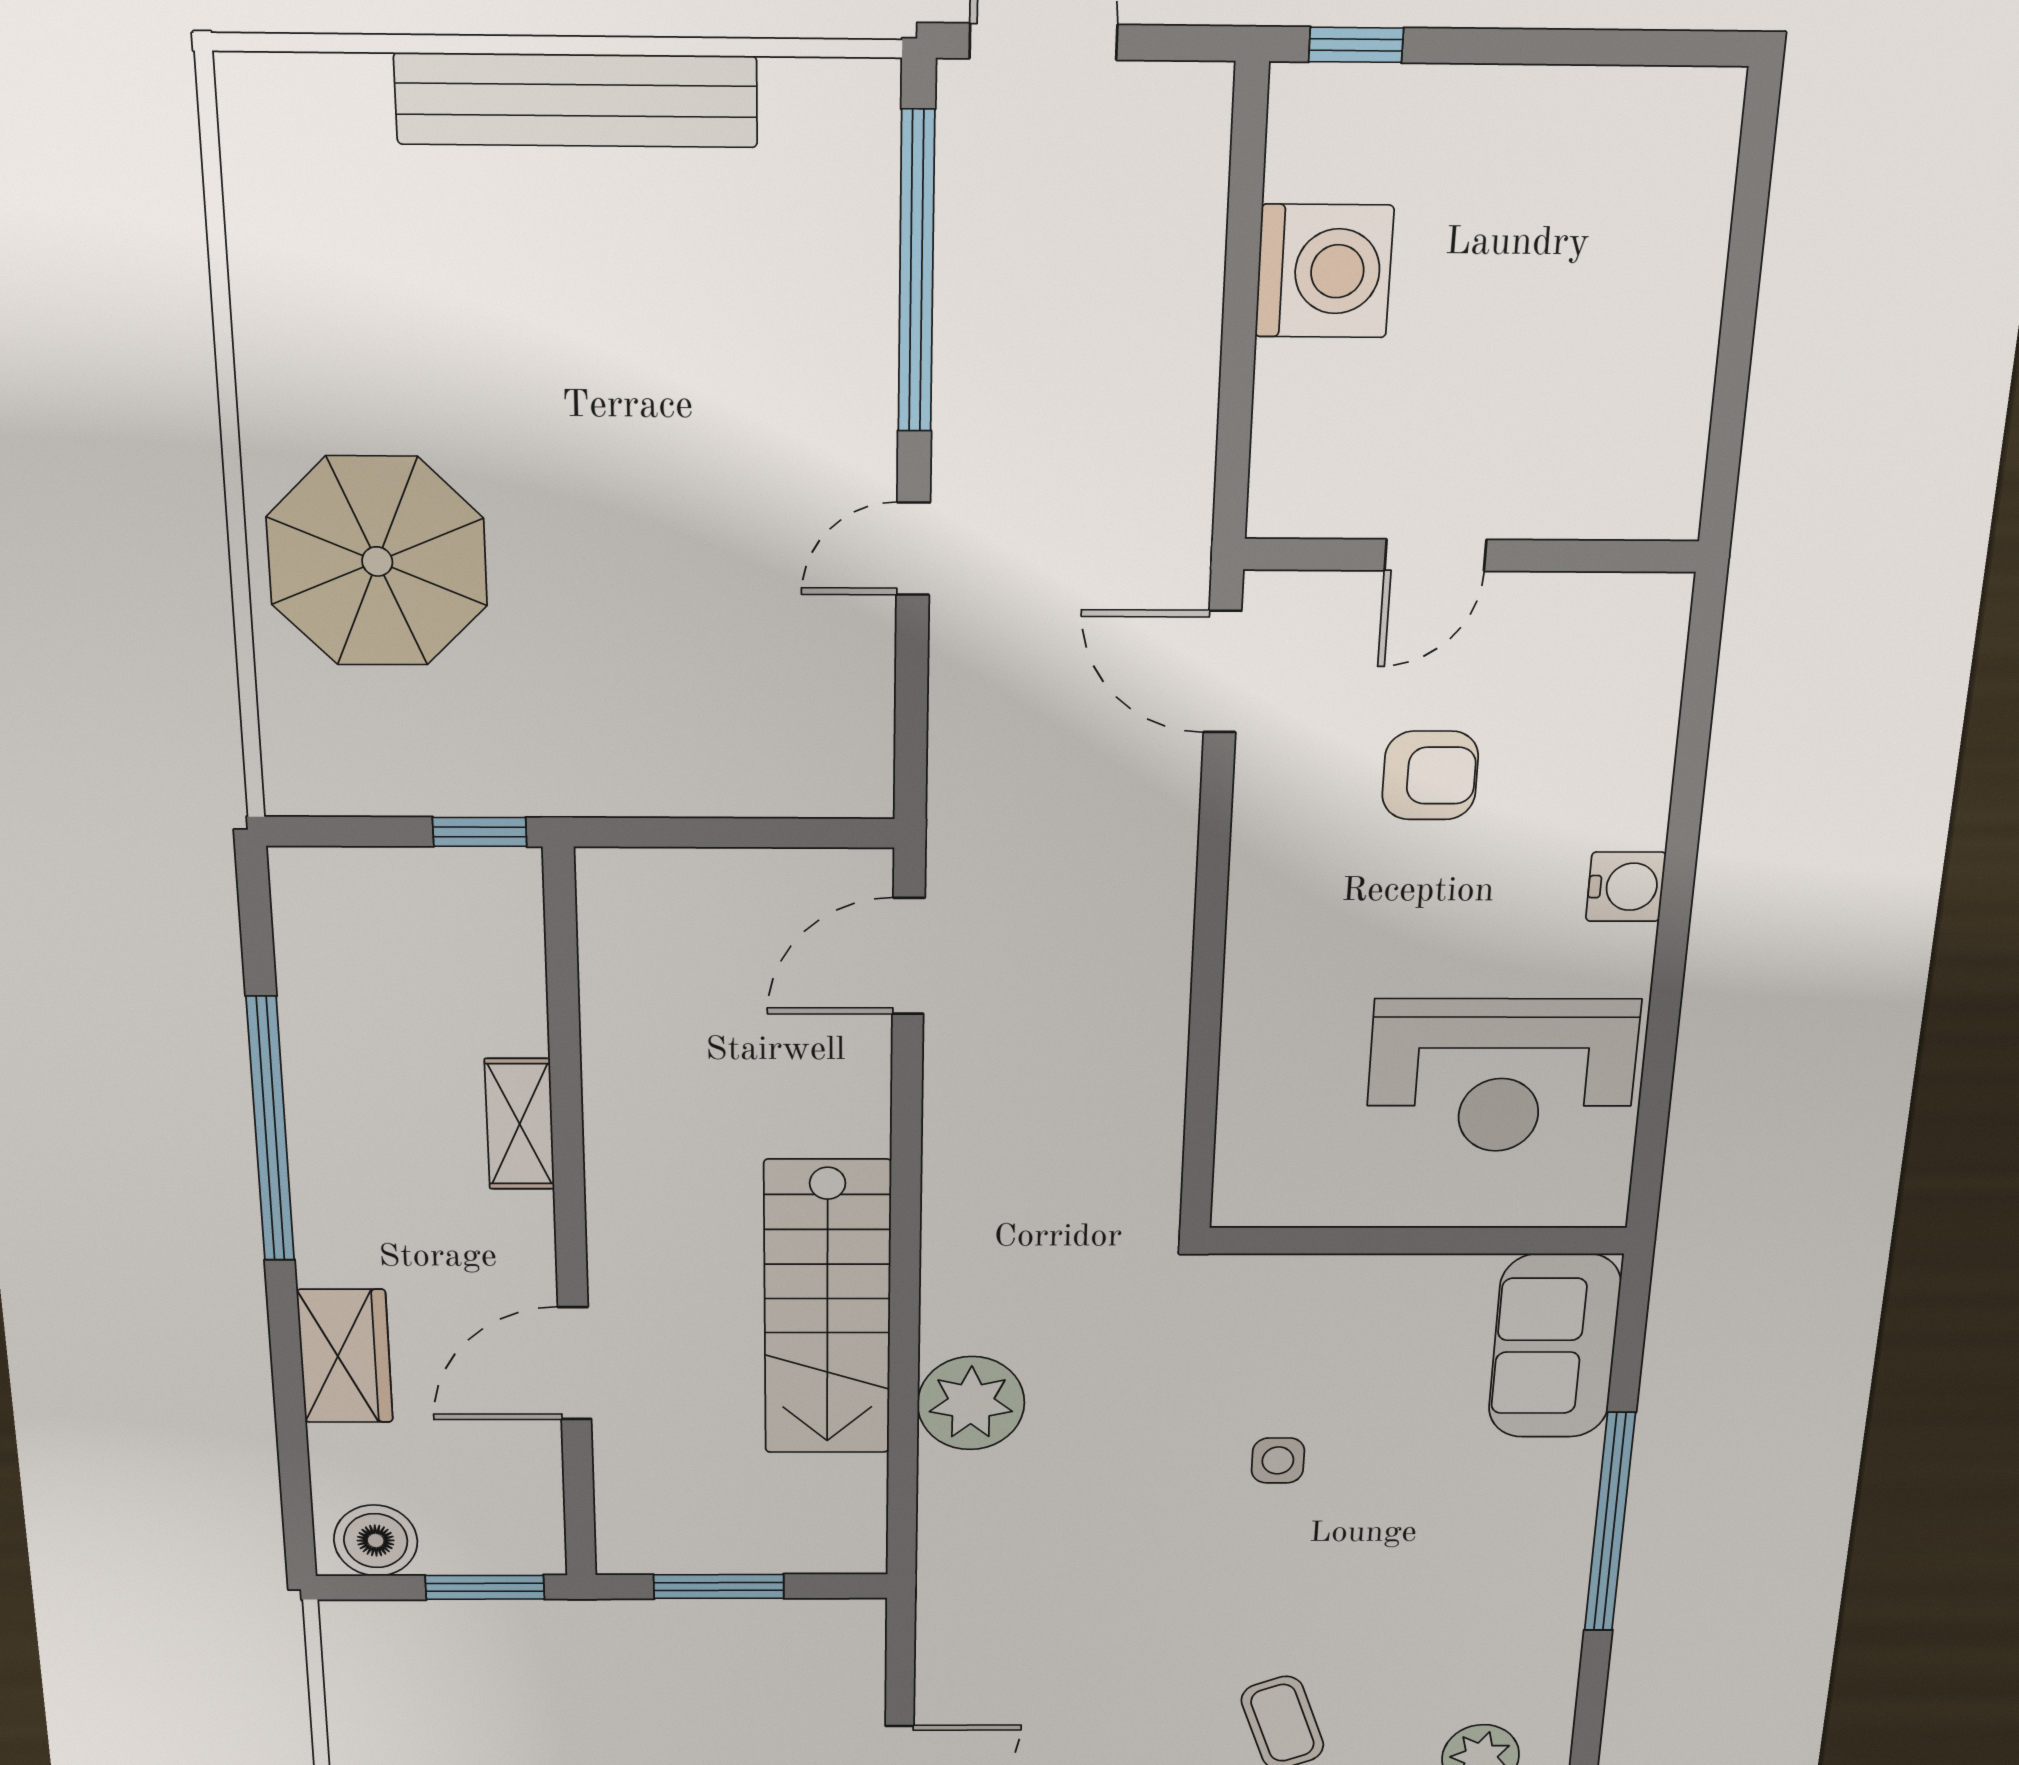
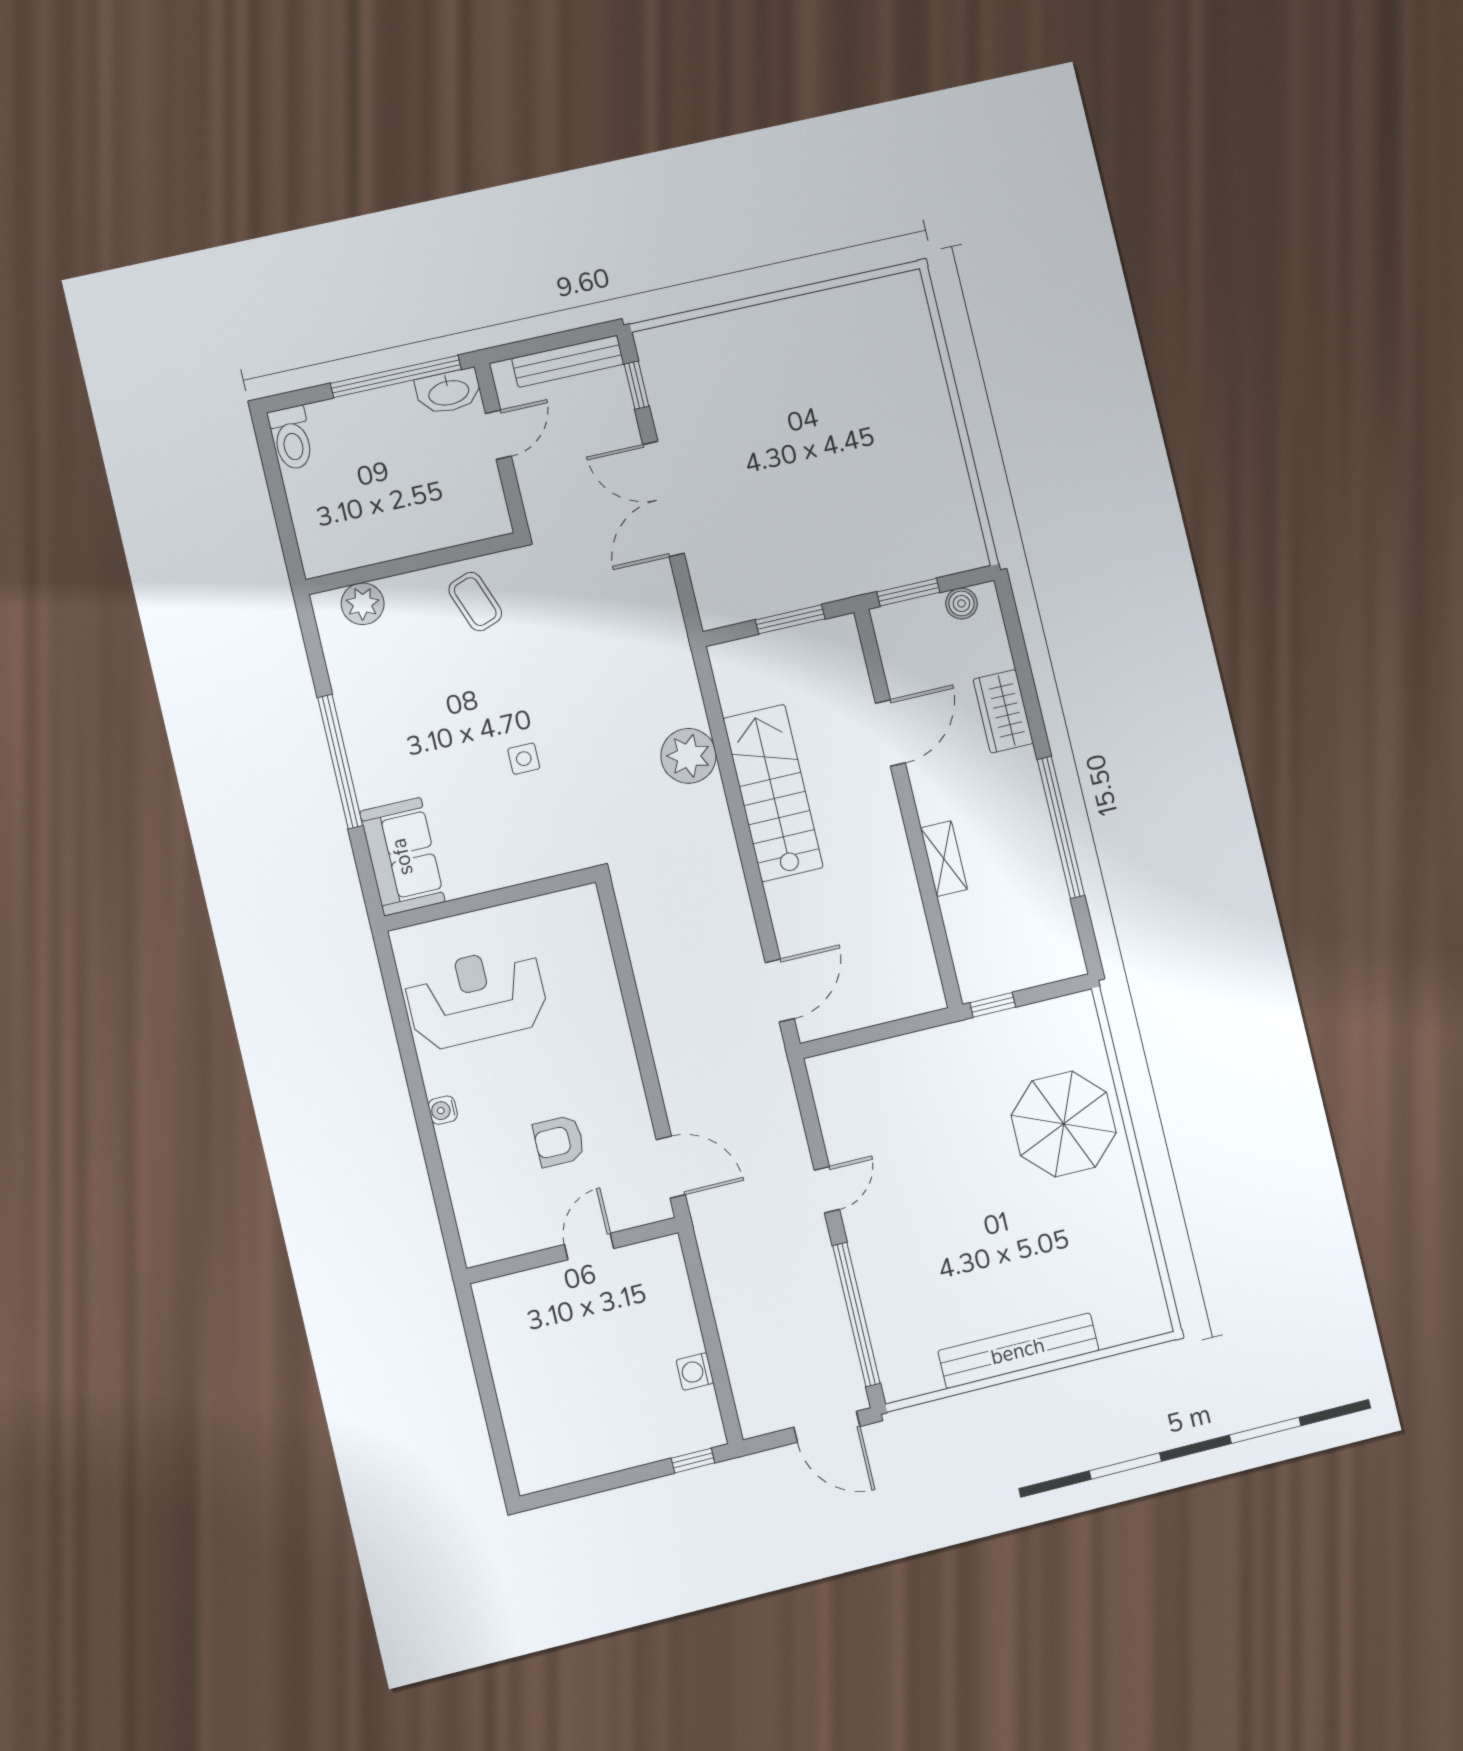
washing machine: (1324, 271) -> (695, 1371), width x0.53, depth x0.53
water cooler: (1626, 887) -> (443, 1110), width x0.72, depth x0.72
boiler: (376, 1541) -> (961, 603), width x0.73, depth x0.73

